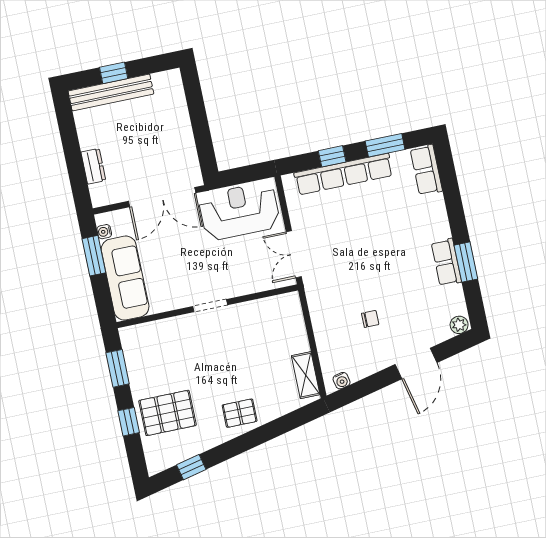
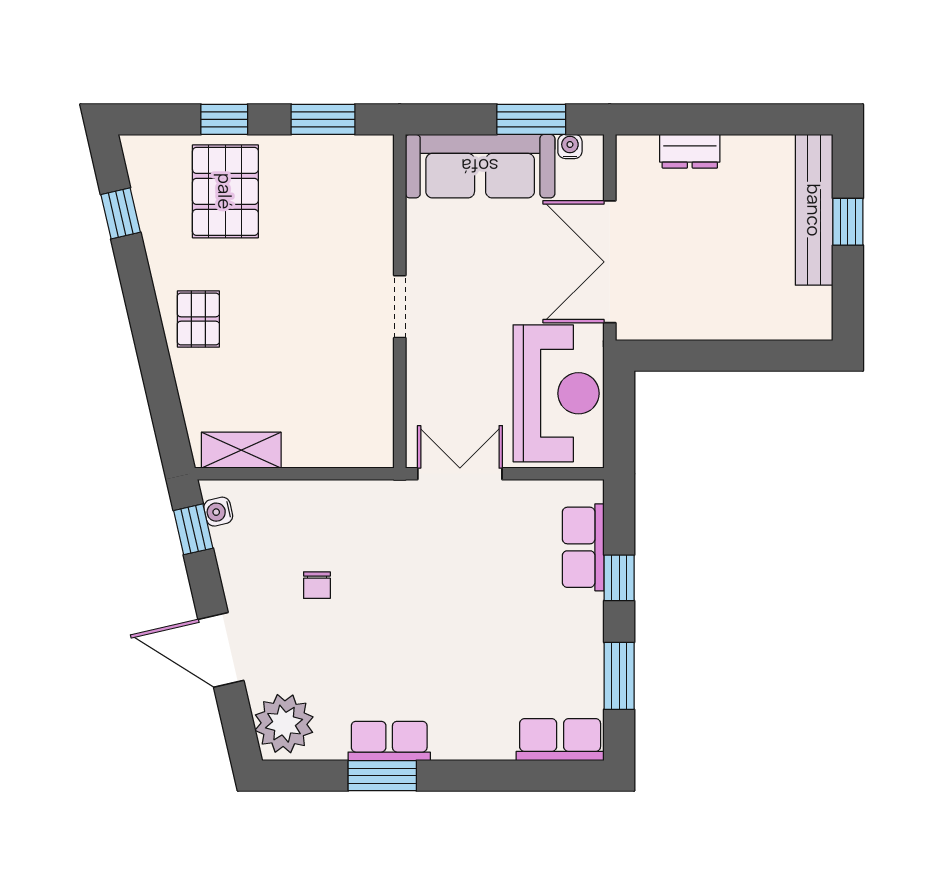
row of seats: (344, 174) -> (583, 547), width x0.50
plant: (459, 325) -> (284, 724), width x1.87, depth x1.87
window: (354, 392) -> (193, 529), added

